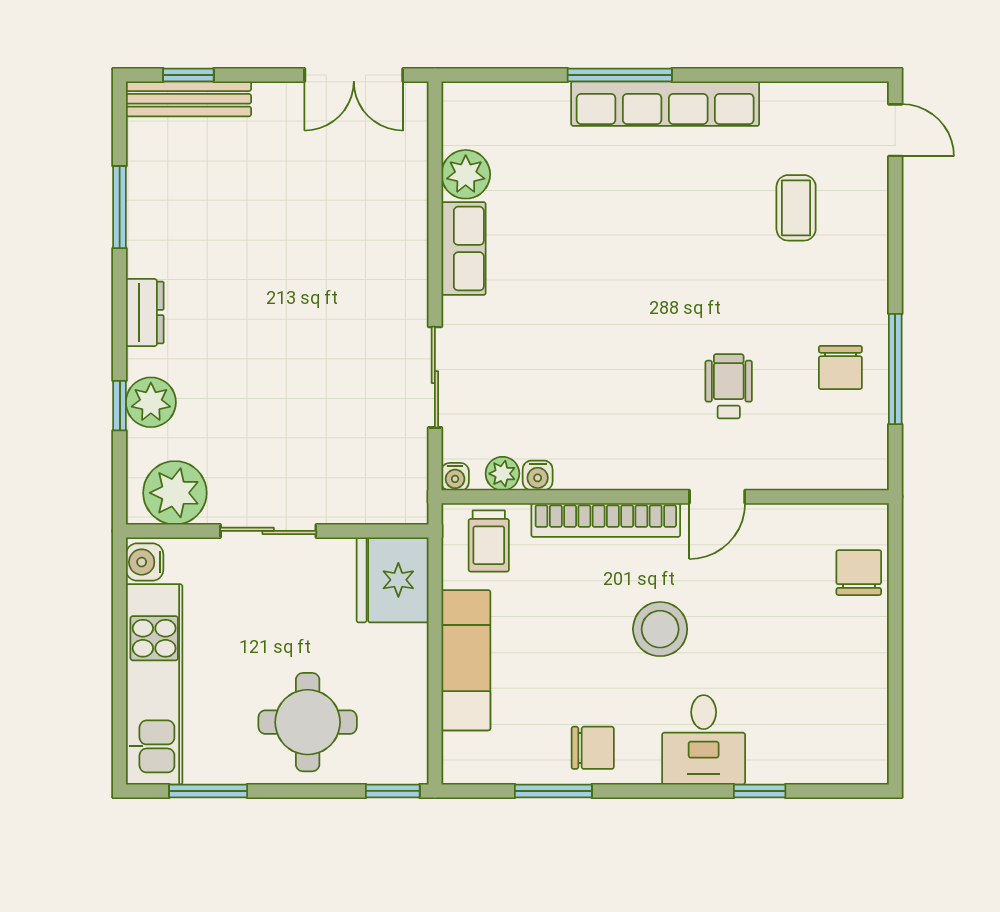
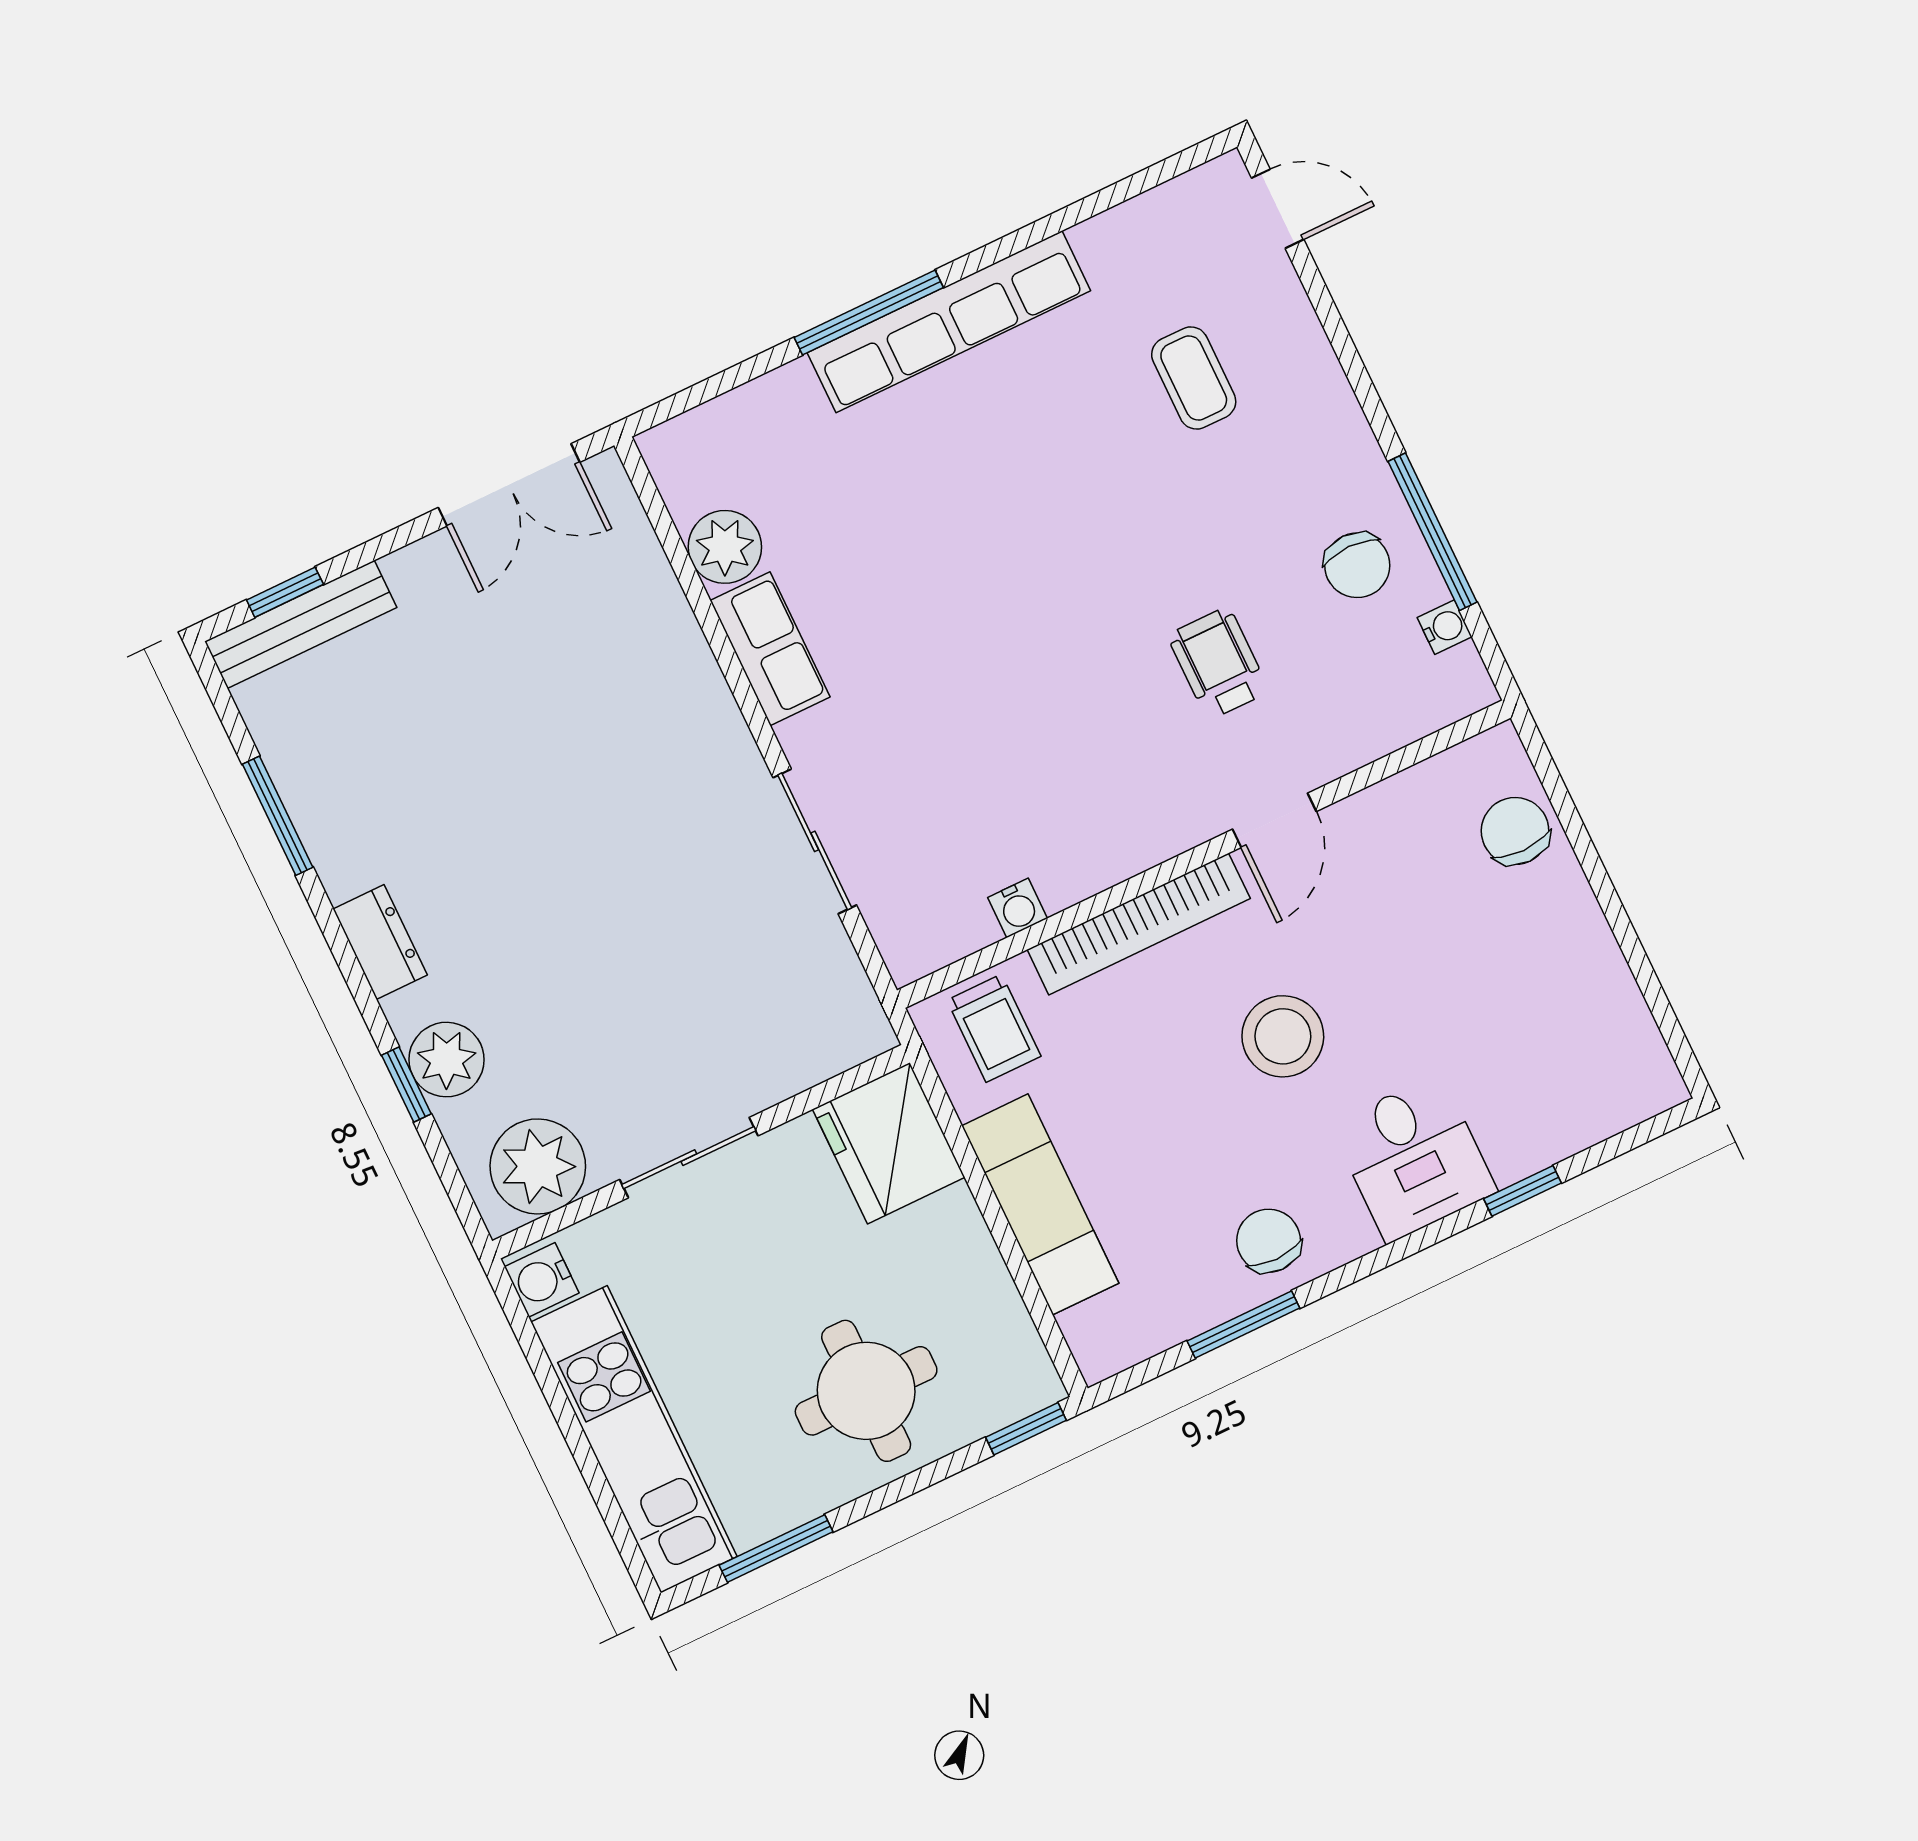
plant: (502, 474) -> (969, 928), removed
water cooler: (455, 477) -> (1445, 627), moved, turned -90
chair: (593, 748) -> (1269, 1241), turned -90

